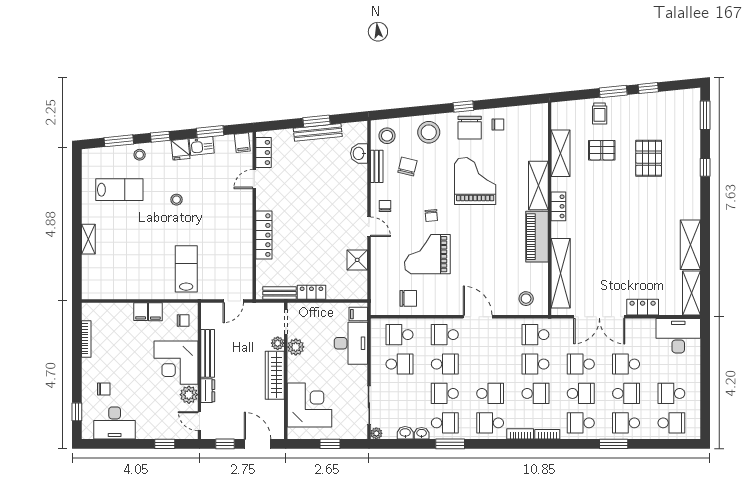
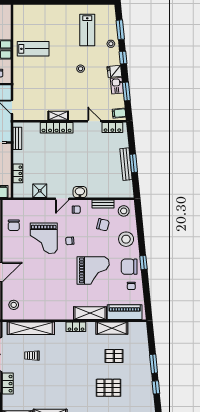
trolley: (600, 113) -> (32, 356), moved
pallet: (602, 150) -> (114, 356), turned 90
washbasin: (359, 153) -> (80, 192), moved
piano: (537, 237) -> (125, 312), moved
shelving: (88, 239) -> (58, 116), moved
grand piano: (427, 254) -> (44, 238), turned 180
lab bench: (186, 269) -> (33, 49), moved
locker: (311, 292) -> (18, 173), moved

